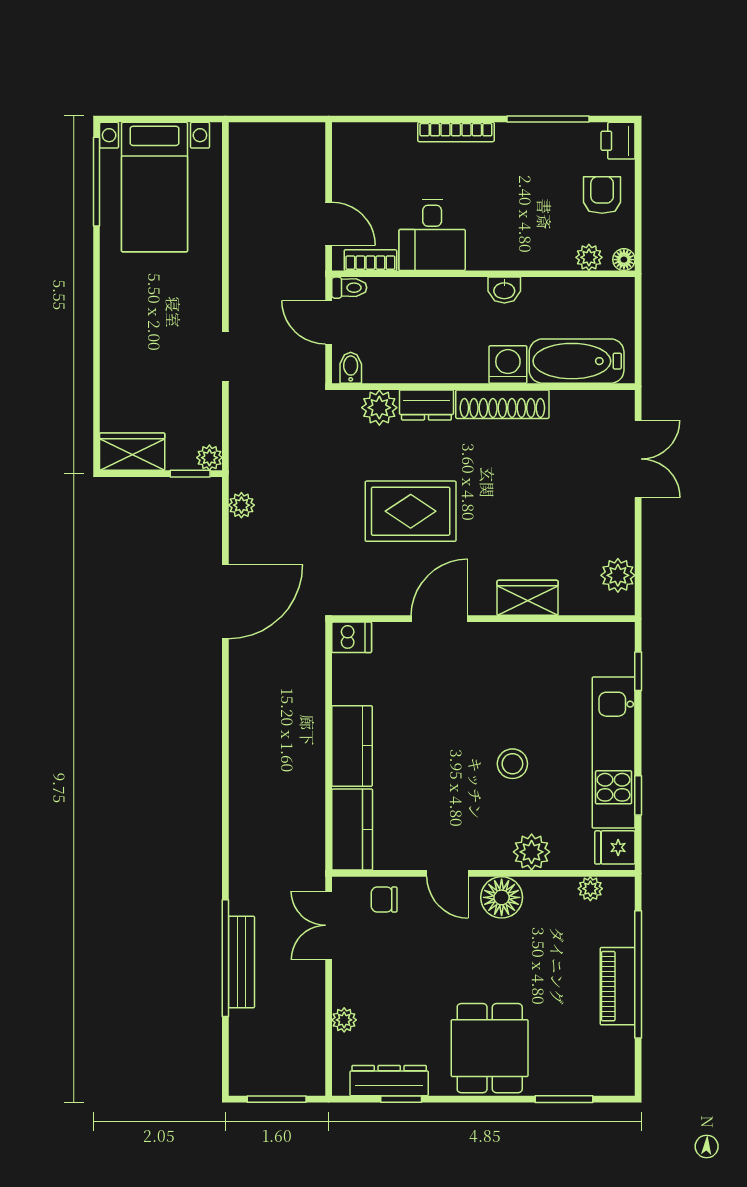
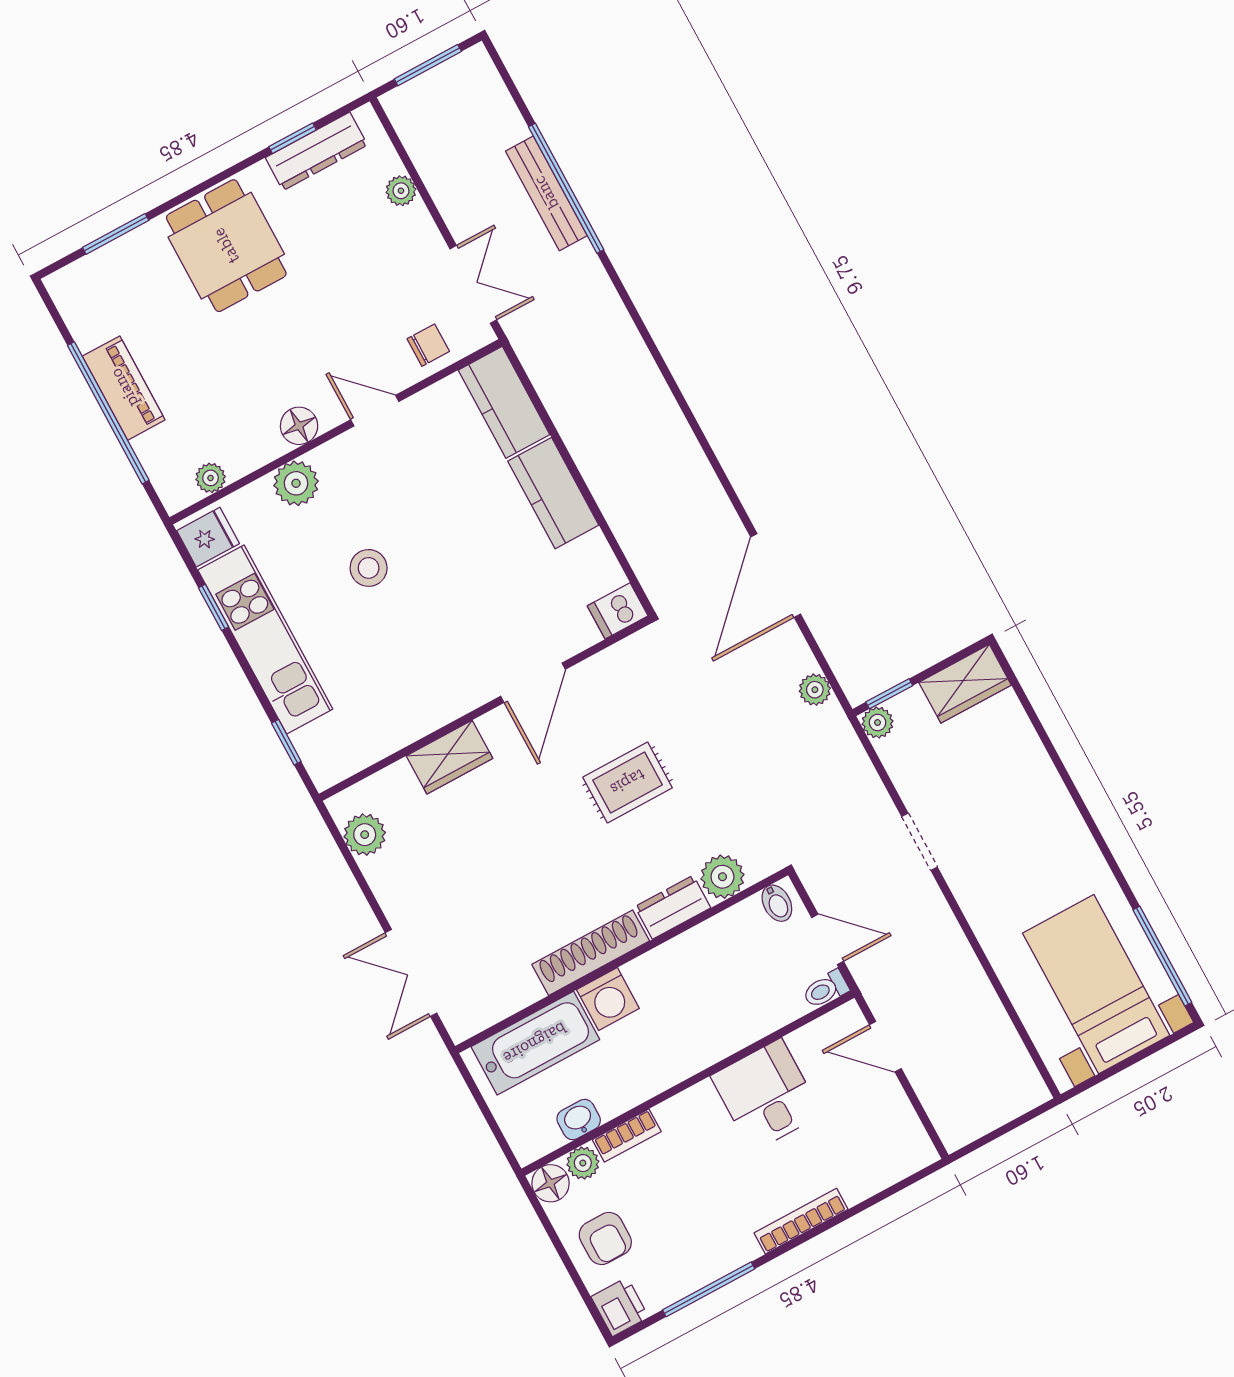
bookcase: (370, 260) -> (627, 1136), moved
floor lamp: (624, 260) -> (550, 1183), width x1.37, depth x1.37
washbasin: (504, 290) -> (579, 1120), moved
rug: (411, 511) -> (628, 782), width x0.73, depth x0.70
floor lamp: (502, 897) -> (299, 426), width x0.73, depth x0.73

